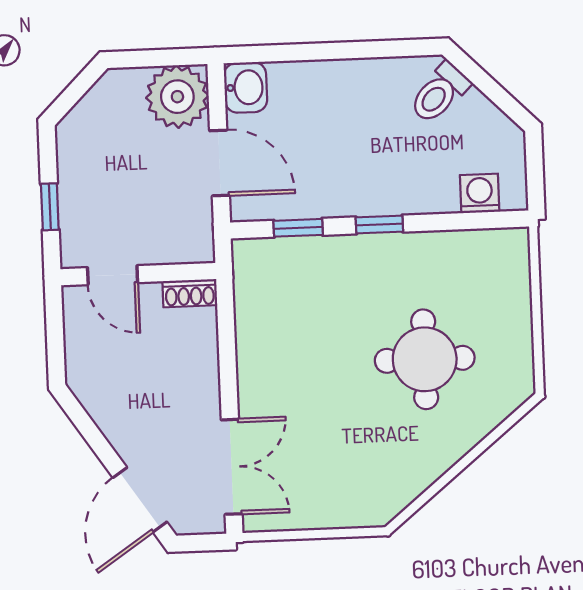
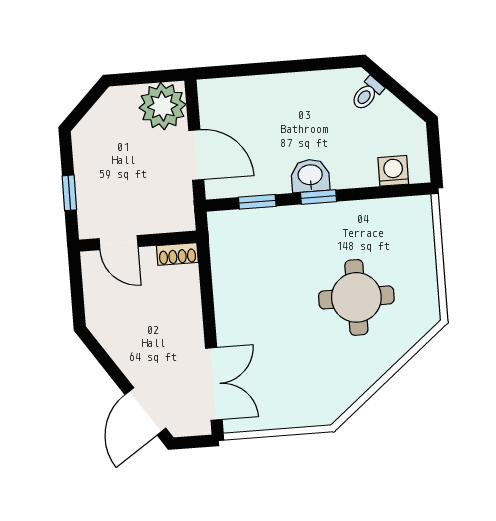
washbasin: (246, 87) -> (310, 176), moved, turned -90
toilet: (439, 93) -> (367, 94), width x0.73, depth x0.72

